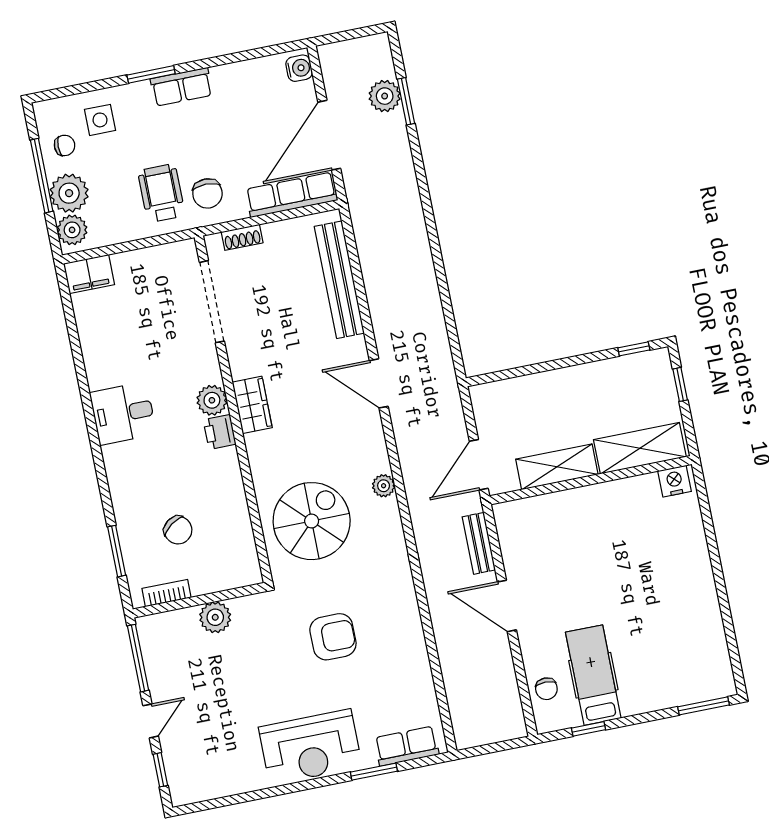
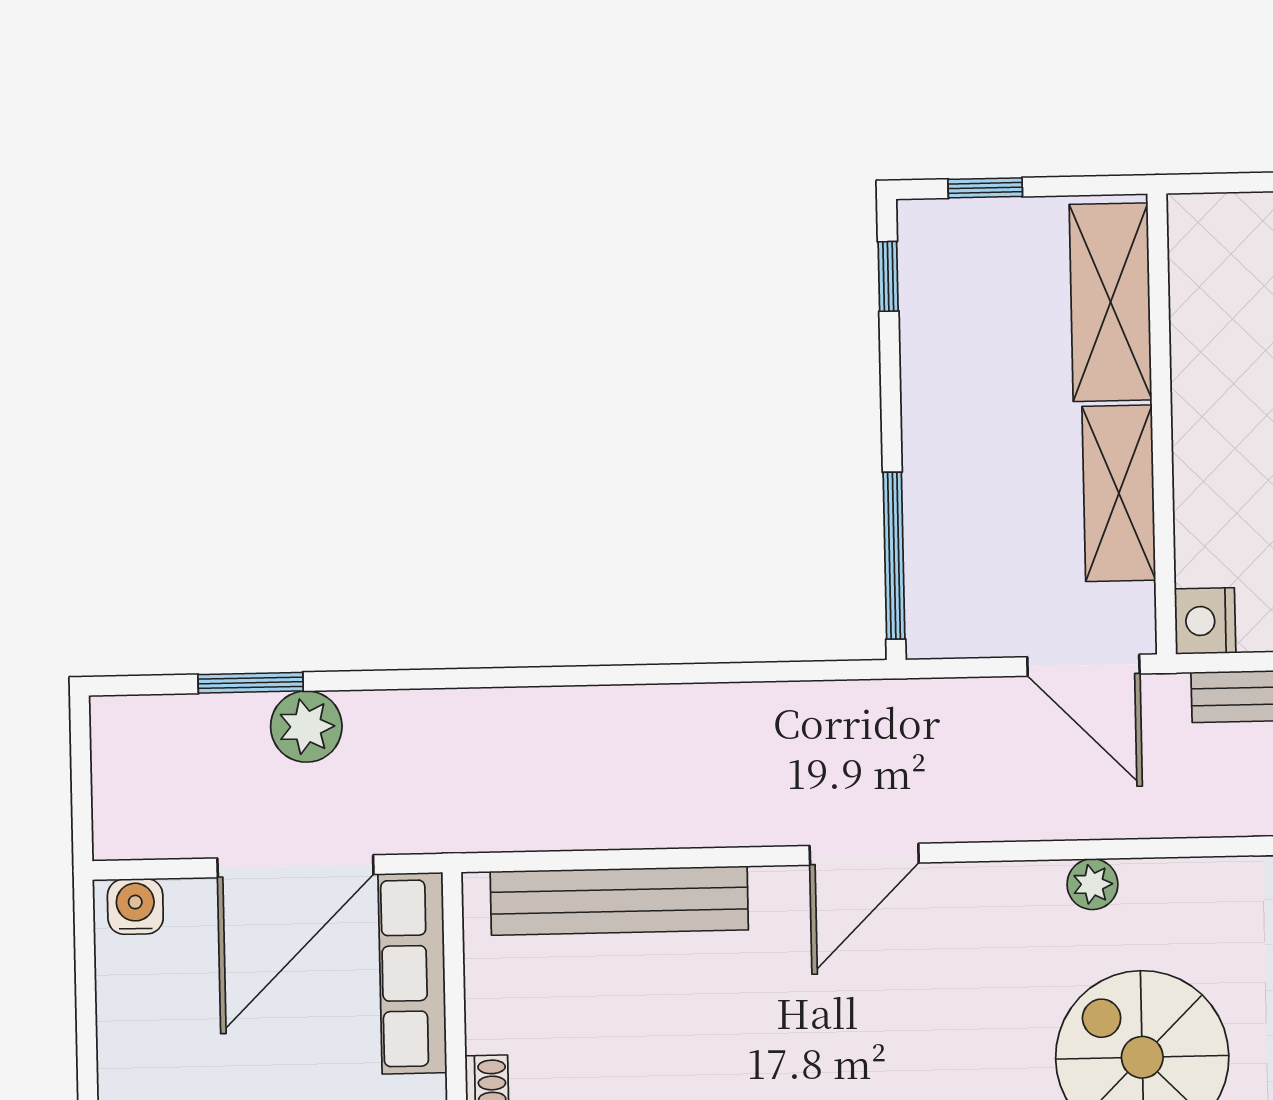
plant: (385, 96) -> (306, 727), moved
door: (329, 135) -> (295, 866), hinge flipped
window: (512, 373) -> (894, 556), added
nightstand: (675, 481) -> (1205, 621), moved

